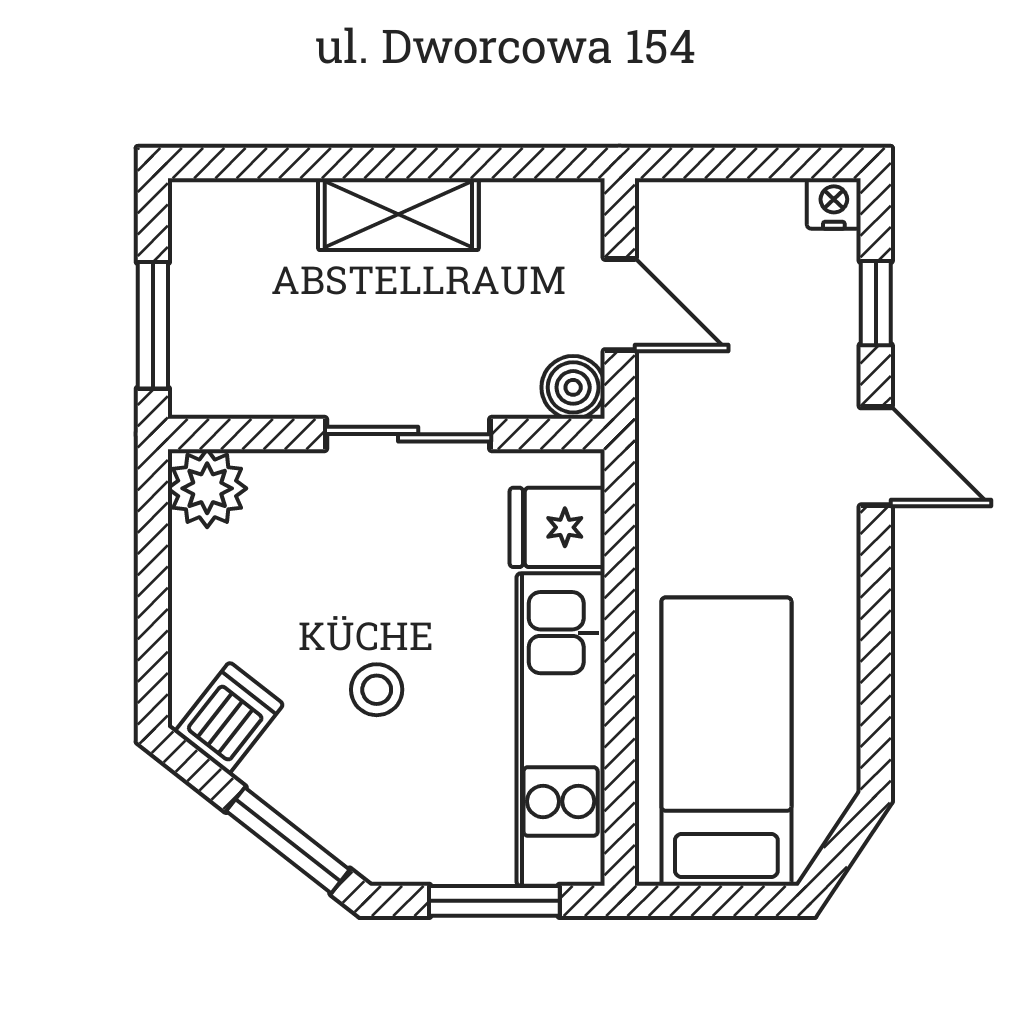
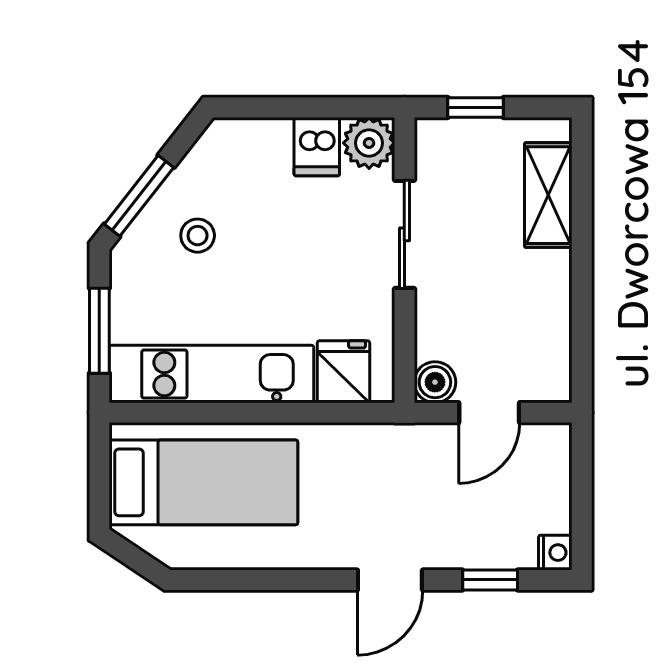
shelving: (398, 214) -> (548, 195), moved
window: (153, 325) -> (476, 108), width x0.67
sliding door: (408, 434) -> (404, 234), moved
stool: (377, 690) -> (198, 236), moved
dishwasher: (229, 718) -> (317, 147), moved, turned 52

